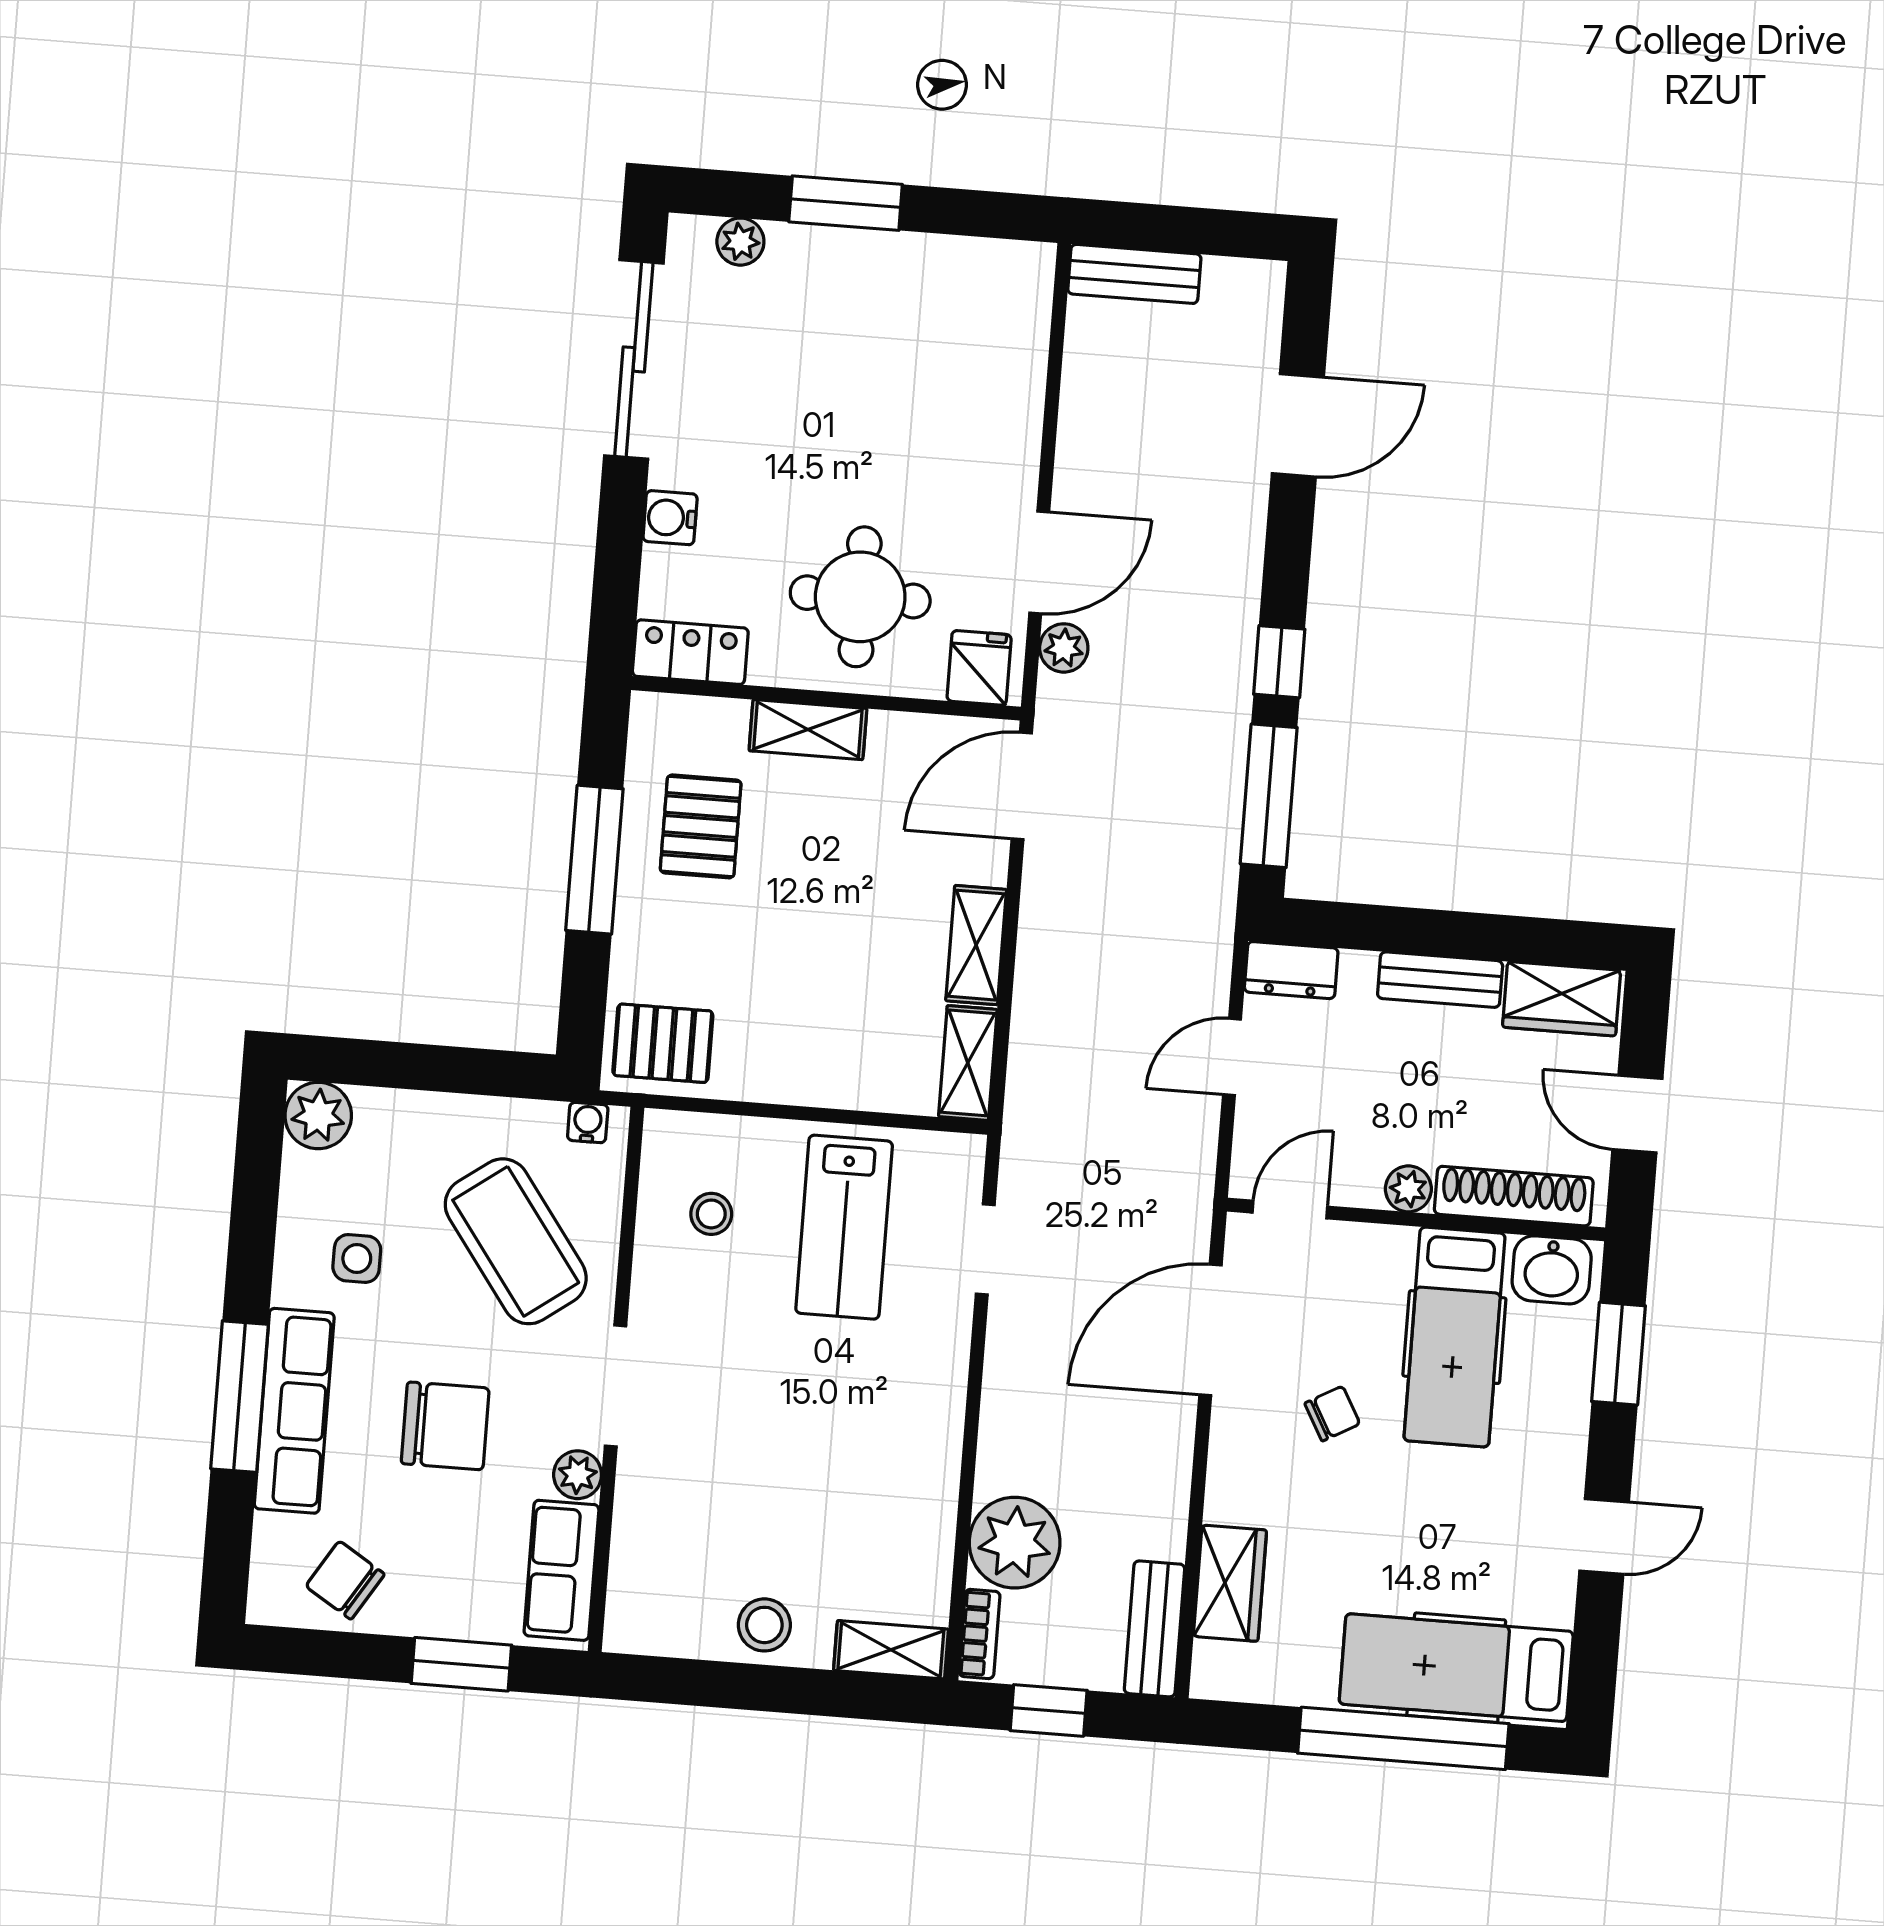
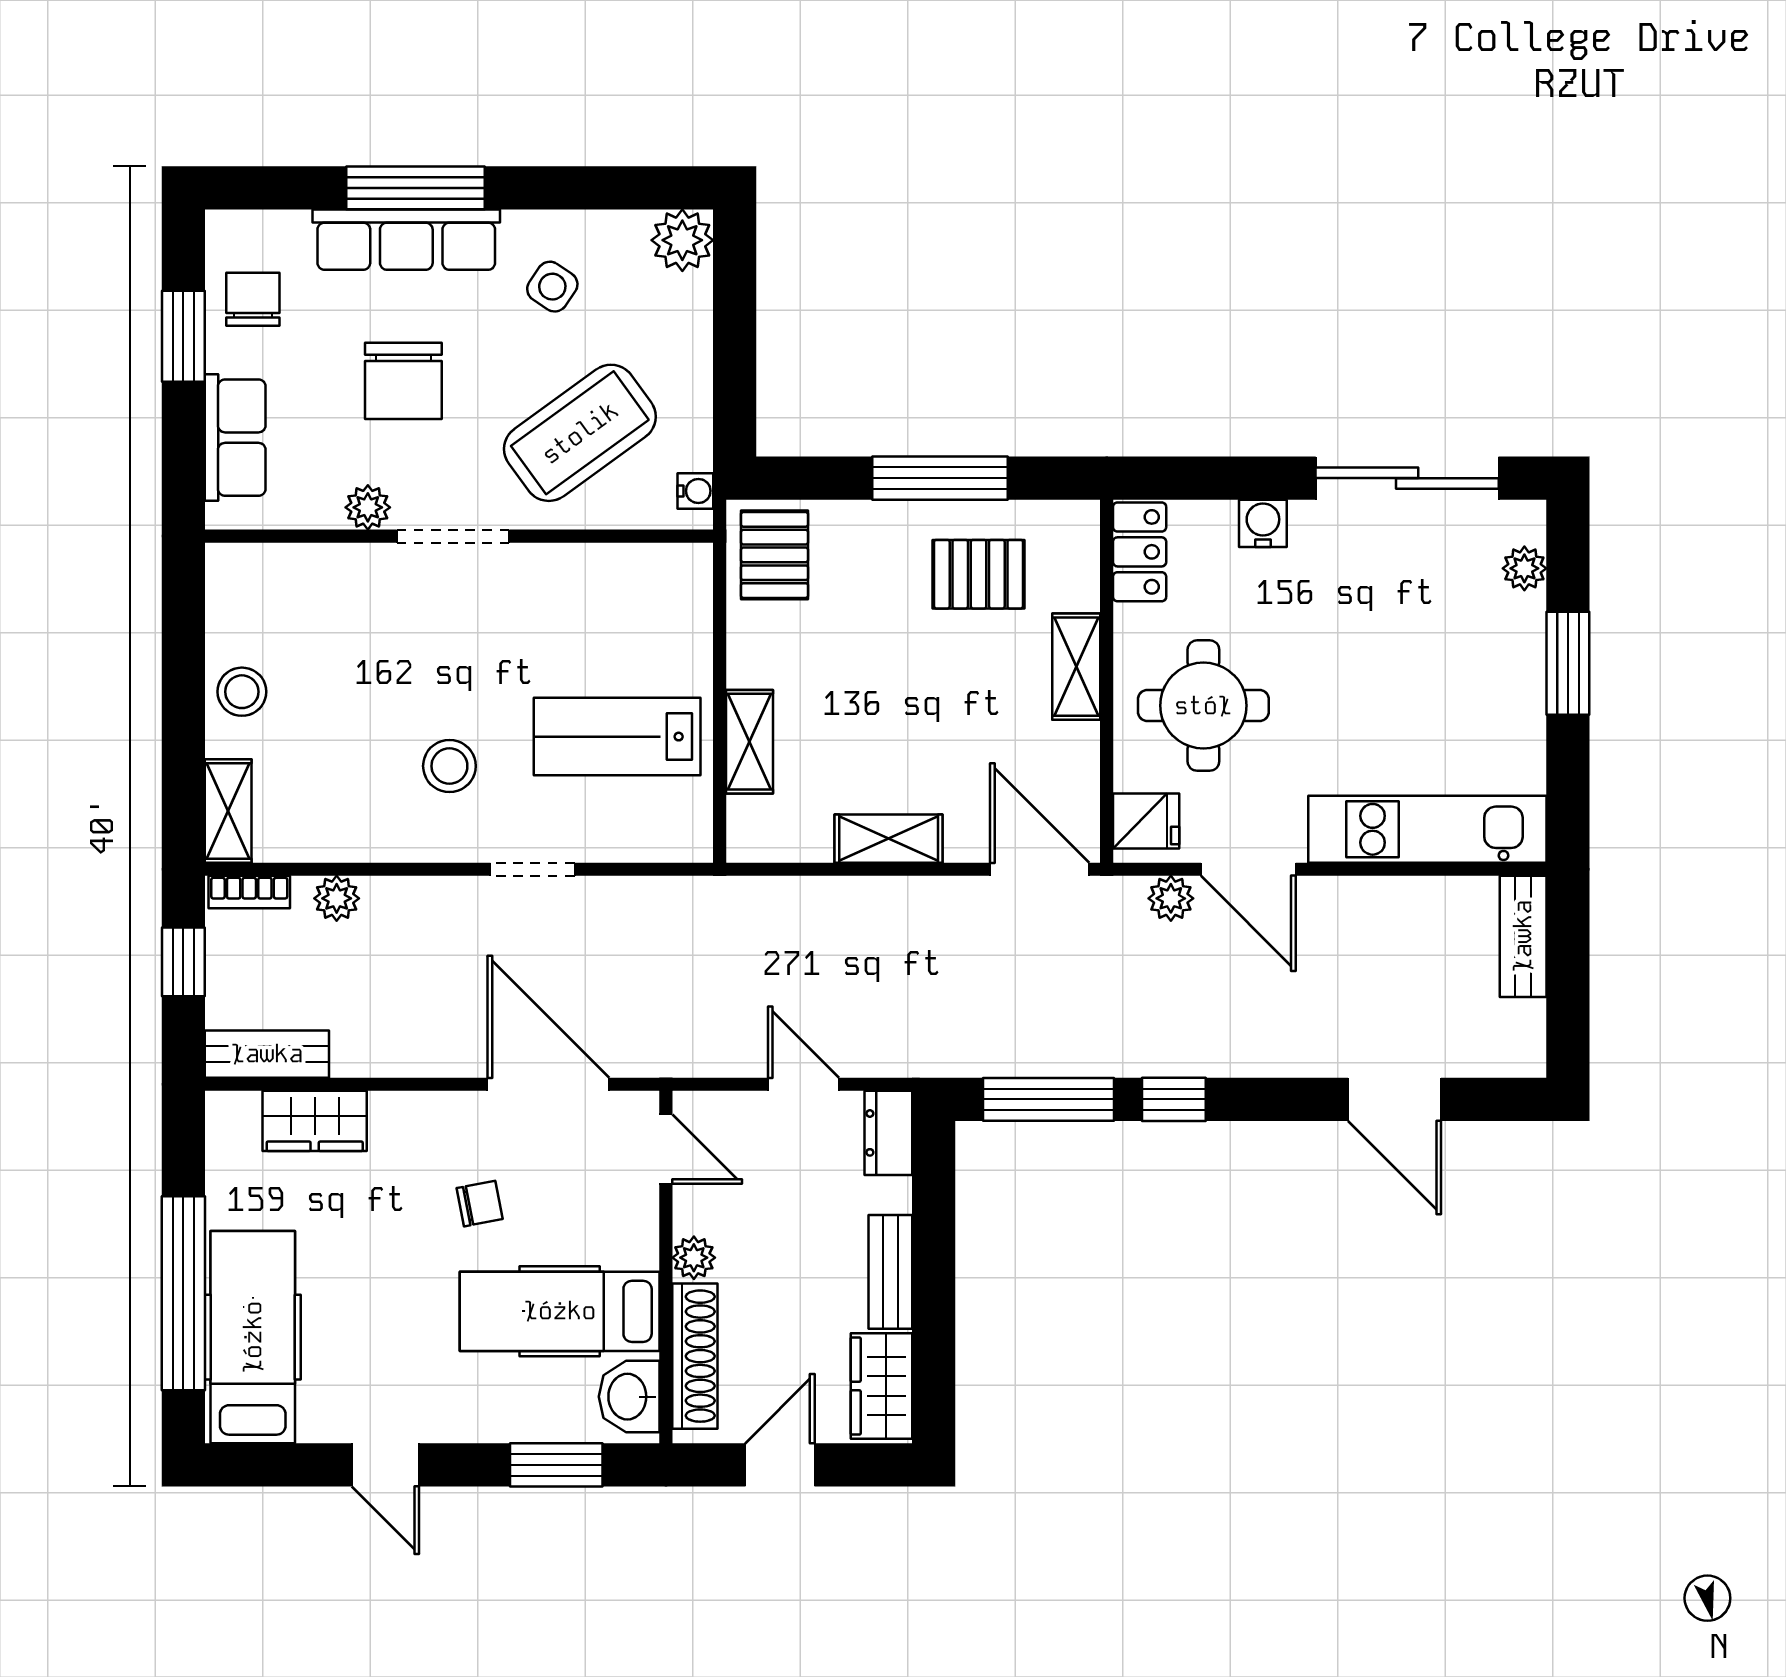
kitchen unit: (1012, 368) -> (1427, 829), added
shelving: (968, 1063) -> (749, 742), moved, turned 90
stool: (711, 1214) -> (449, 766), moved, width x1.37, depth x1.37
doorway: (985, 1249) -> (533, 869), moved
side table: (357, 1258) -> (552, 287), turned 34
chair: (1332, 1414) -> (480, 1204), turned -72
plant: (1015, 1543) -> (337, 898), width x0.53, depth x0.53
row of seats: (561, 1570) -> (235, 438), moved, turned 90
chair: (345, 1580) -> (253, 299), turned -32
window: (461, 1664) -> (183, 336), moved

